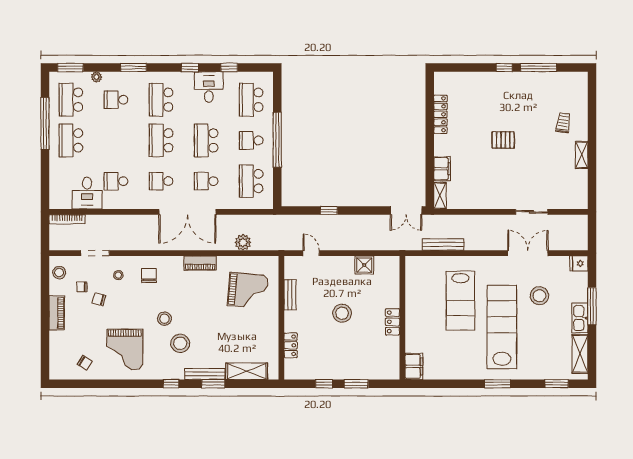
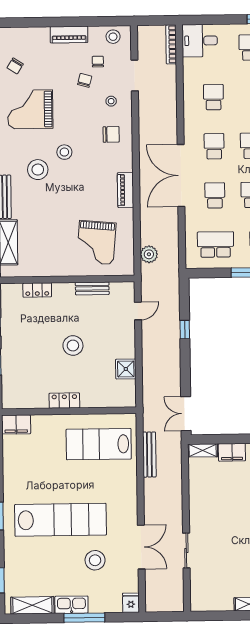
desk: (87, 193) -> (200, 41), moved
plant: (243, 242) -> (149, 254), moved
lab bench: (460, 301) -> (99, 444), moved

